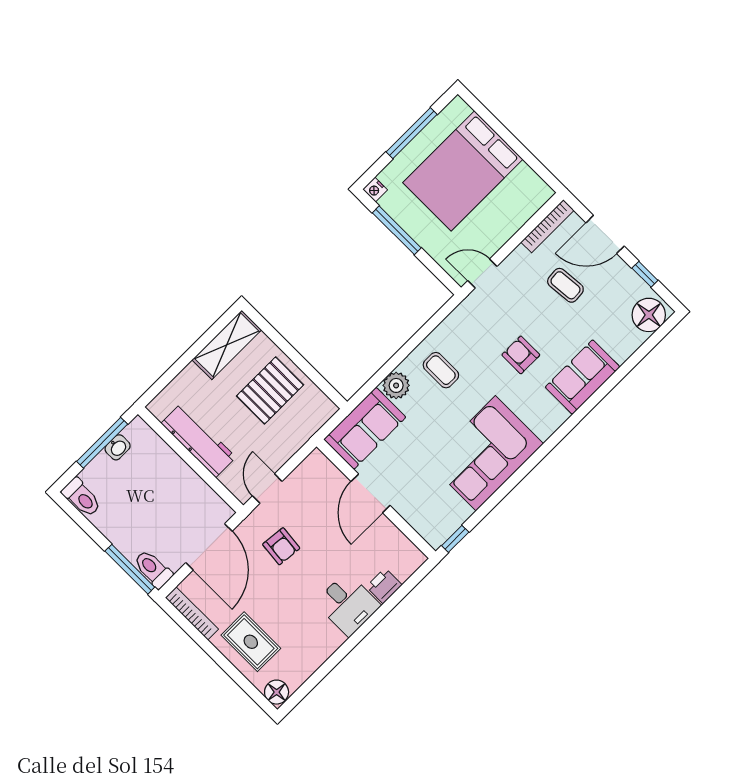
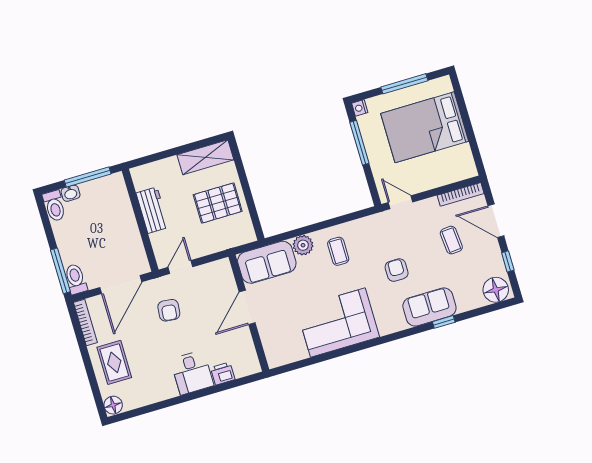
workbench: (199, 440) -> (152, 210), width x0.73
washbasin: (118, 447) -> (71, 193), moved
window: (455, 539) -> (444, 322), moved

